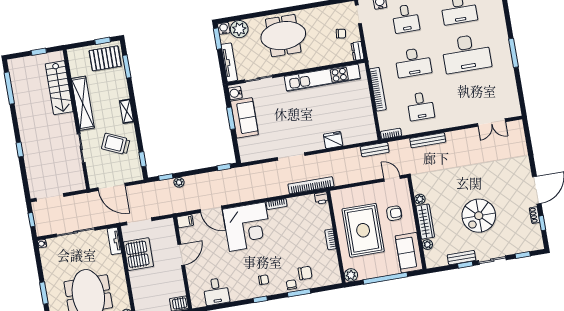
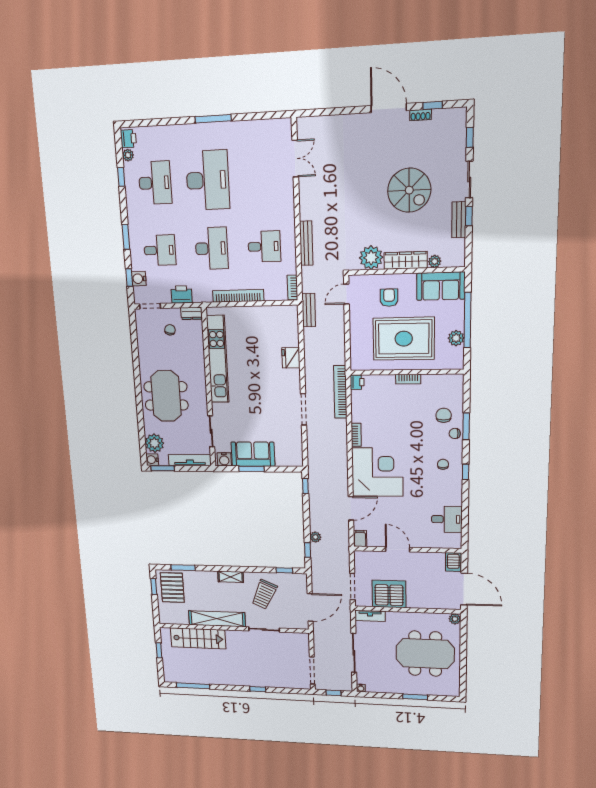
printer: (372, 41) -> (182, 294), added
plant: (420, 199) -> (371, 258), width x1.87, depth x1.87
plant: (351, 275) -> (456, 338), moved

